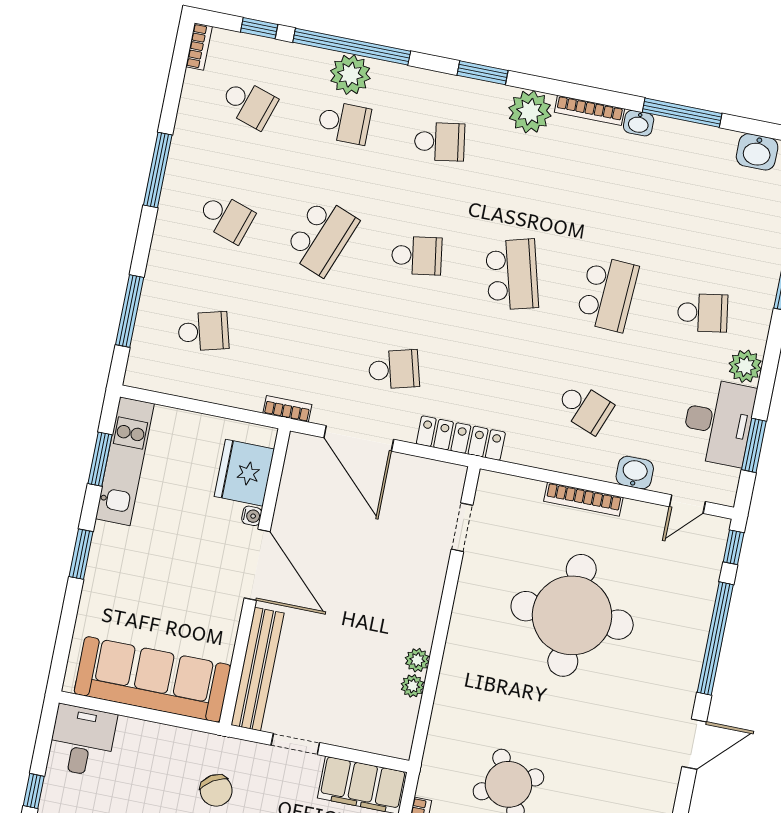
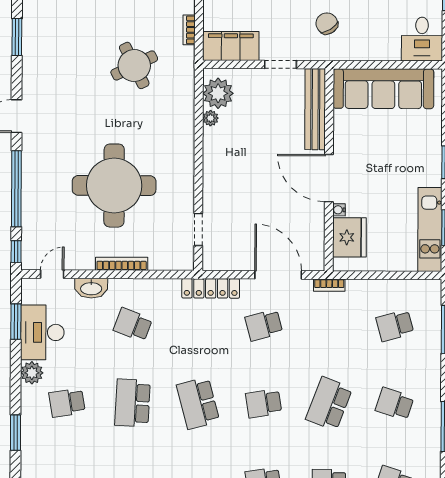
washbasin: (635, 473) -> (91, 288), width x1.38
plant: (417, 660) -> (218, 93), moved, width x1.87, depth x1.87

